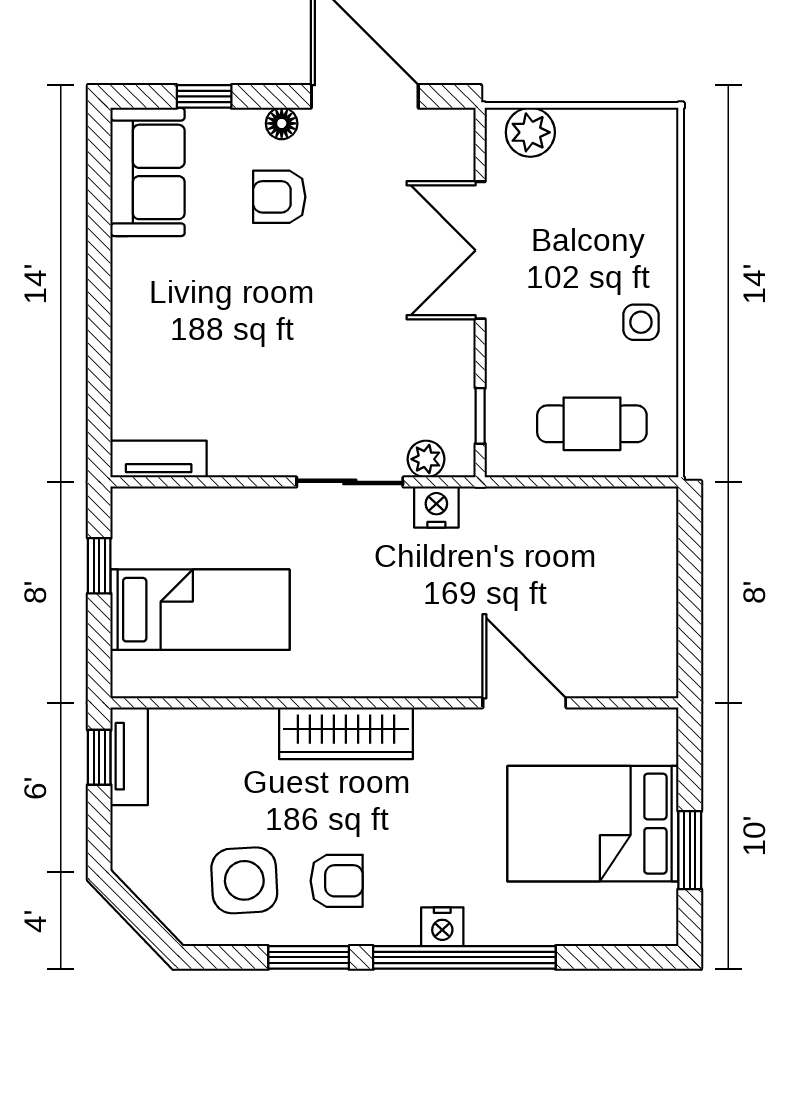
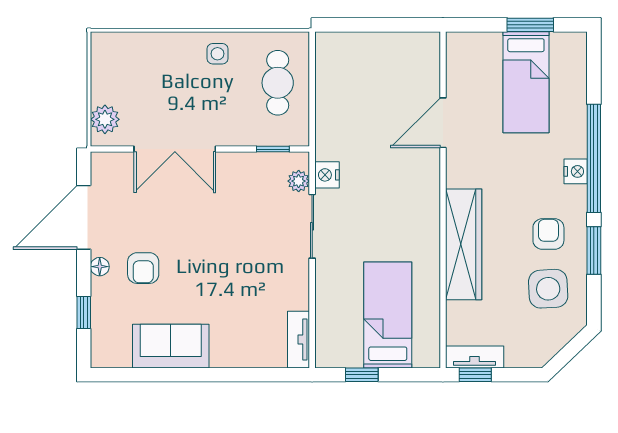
sofa: (148, 172) -> (171, 346), moved
wardrobe: (346, 733) -> (464, 244), width x1.40, depth x1.17
bed: (593, 824) -> (526, 82), width x0.67

